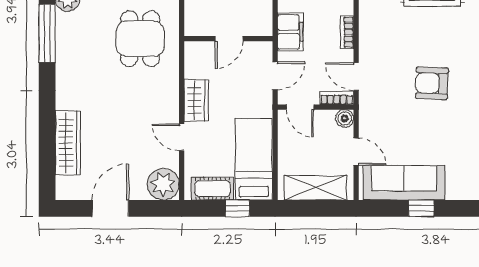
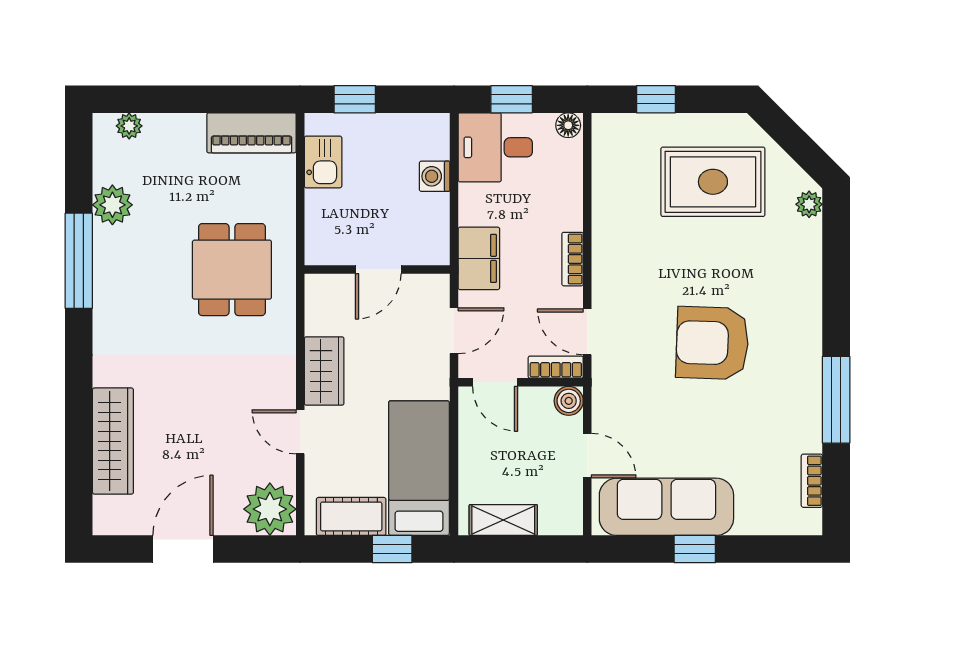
armchair: (432, 83) -> (712, 343), width x1.36, depth x1.36
shelving: (315, 188) -> (503, 520), width x0.67, depth x0.75

